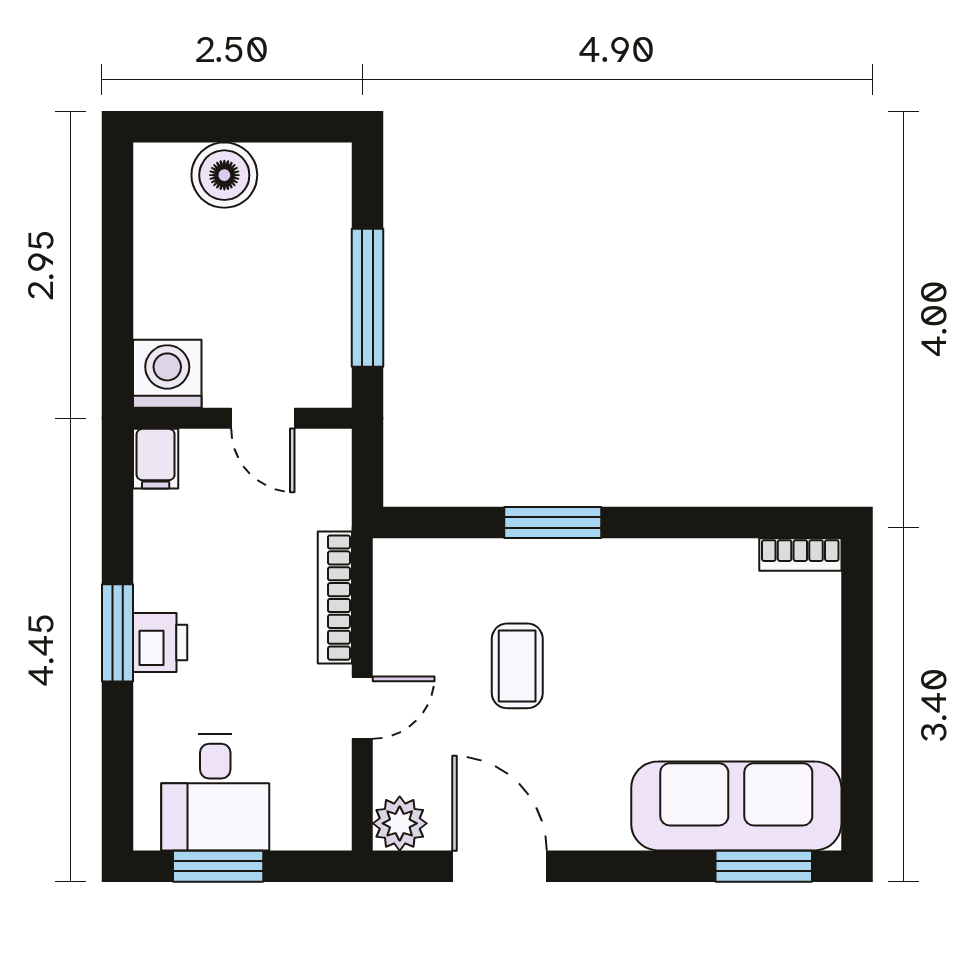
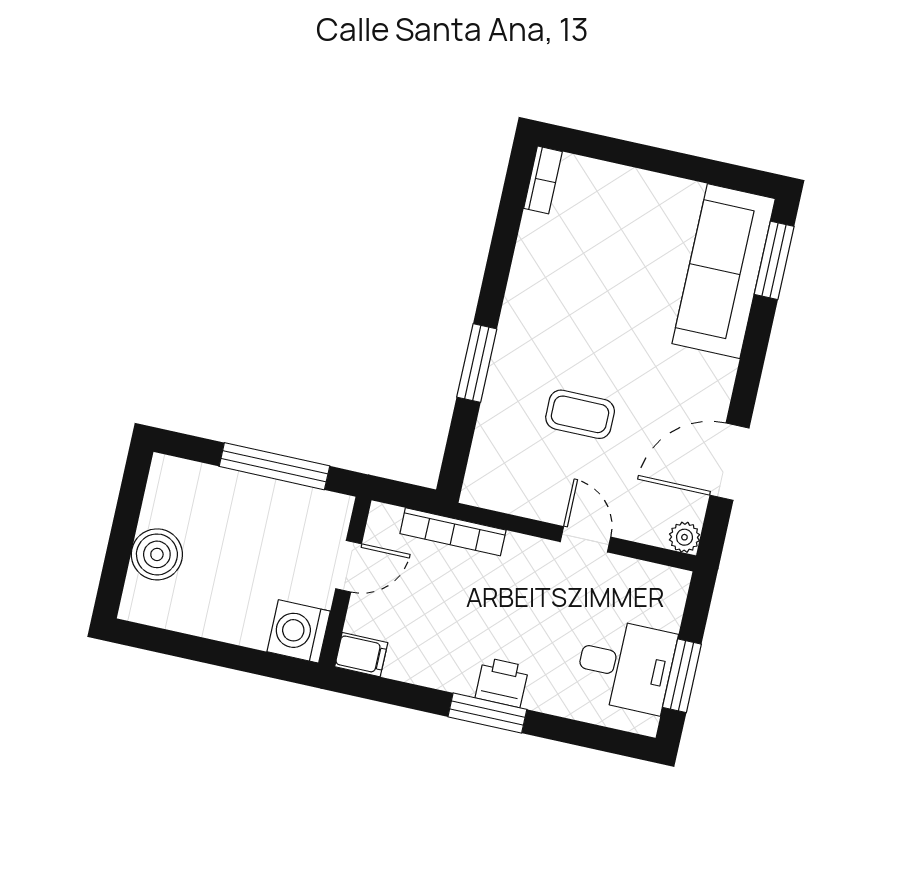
bookcase: (335, 598) -> (453, 532), moved
plant: (400, 823) -> (684, 537), width x0.73, depth x0.73

